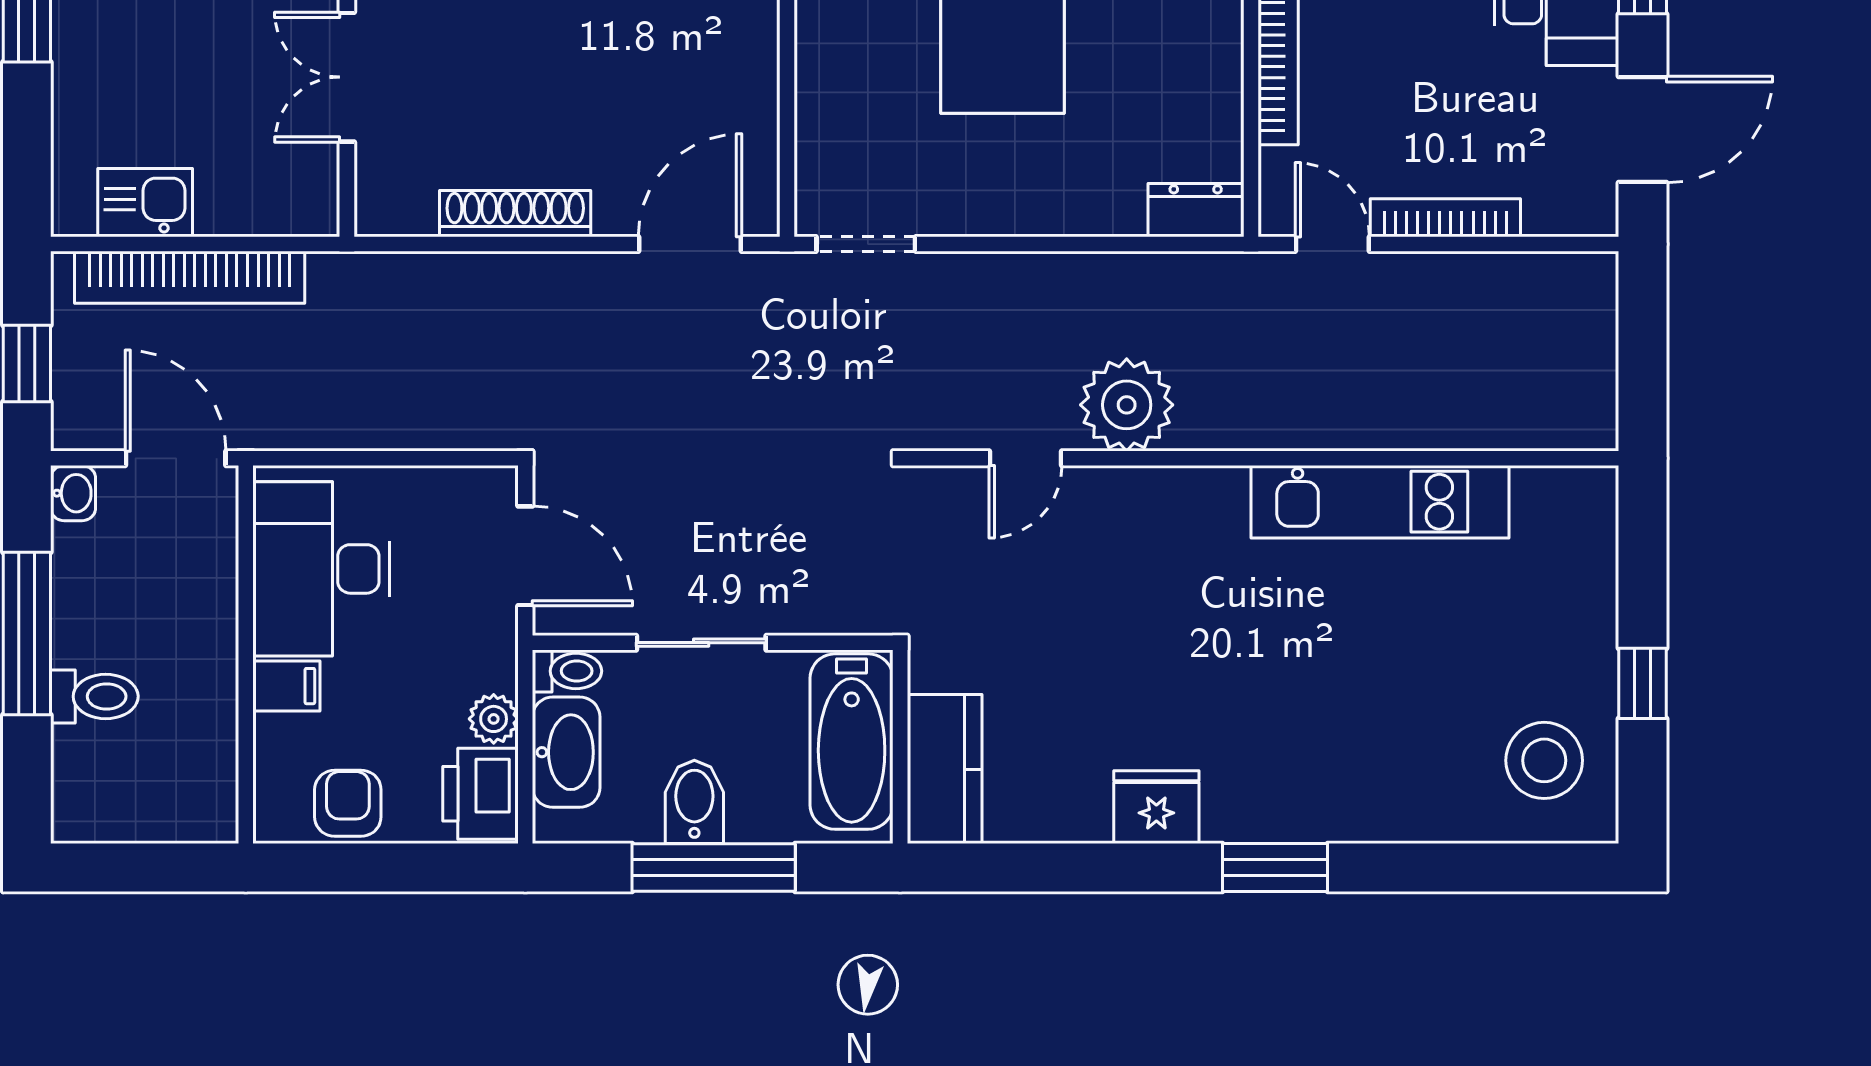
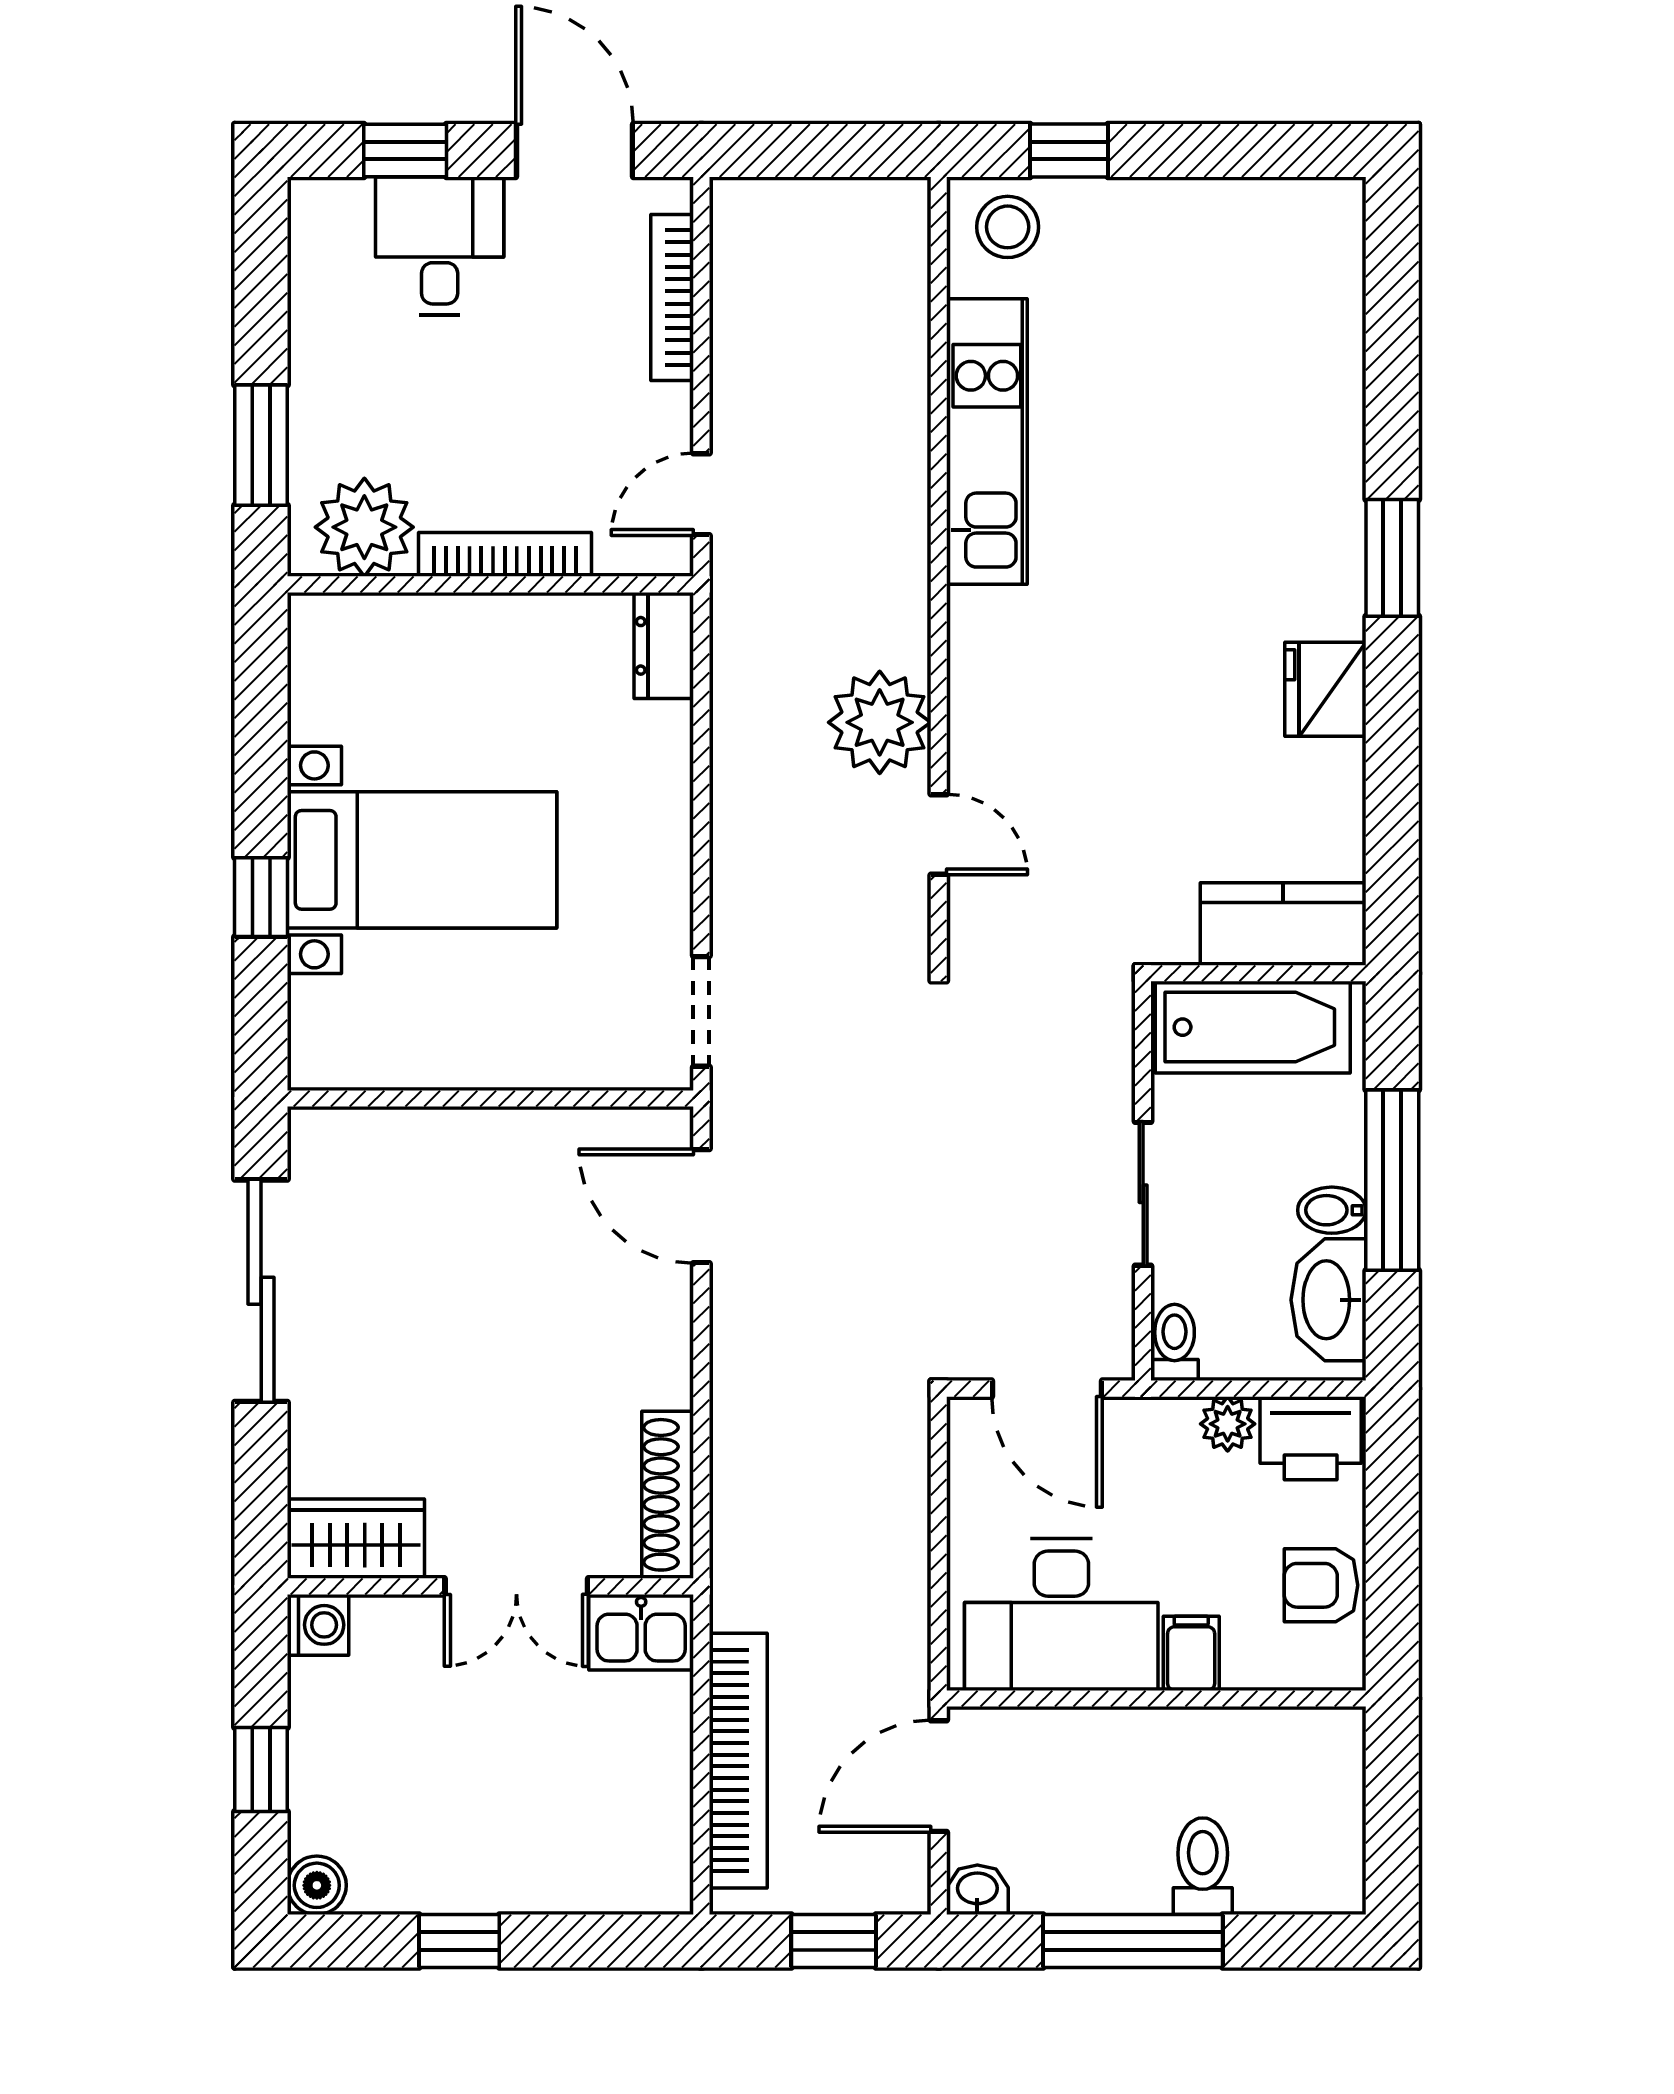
kitchen sink: (145, 203) -> (641, 1632), moved, turned -90
shoe rack: (515, 214) -> (668, 1495), moved
bookcase: (1445, 218) -> (672, 298), moved
door: (525, 556) -> (1047, 1389), swing flipped
window: (1643, 683) -> (1069, 151), moved
washbasin: (566, 752) -> (1329, 1300), moved, turned -90
stool: (1544, 760) -> (1008, 227), moved, width x0.73, depth x0.73
bidet: (694, 802) -> (1332, 1210), width x0.72, depth x0.74

